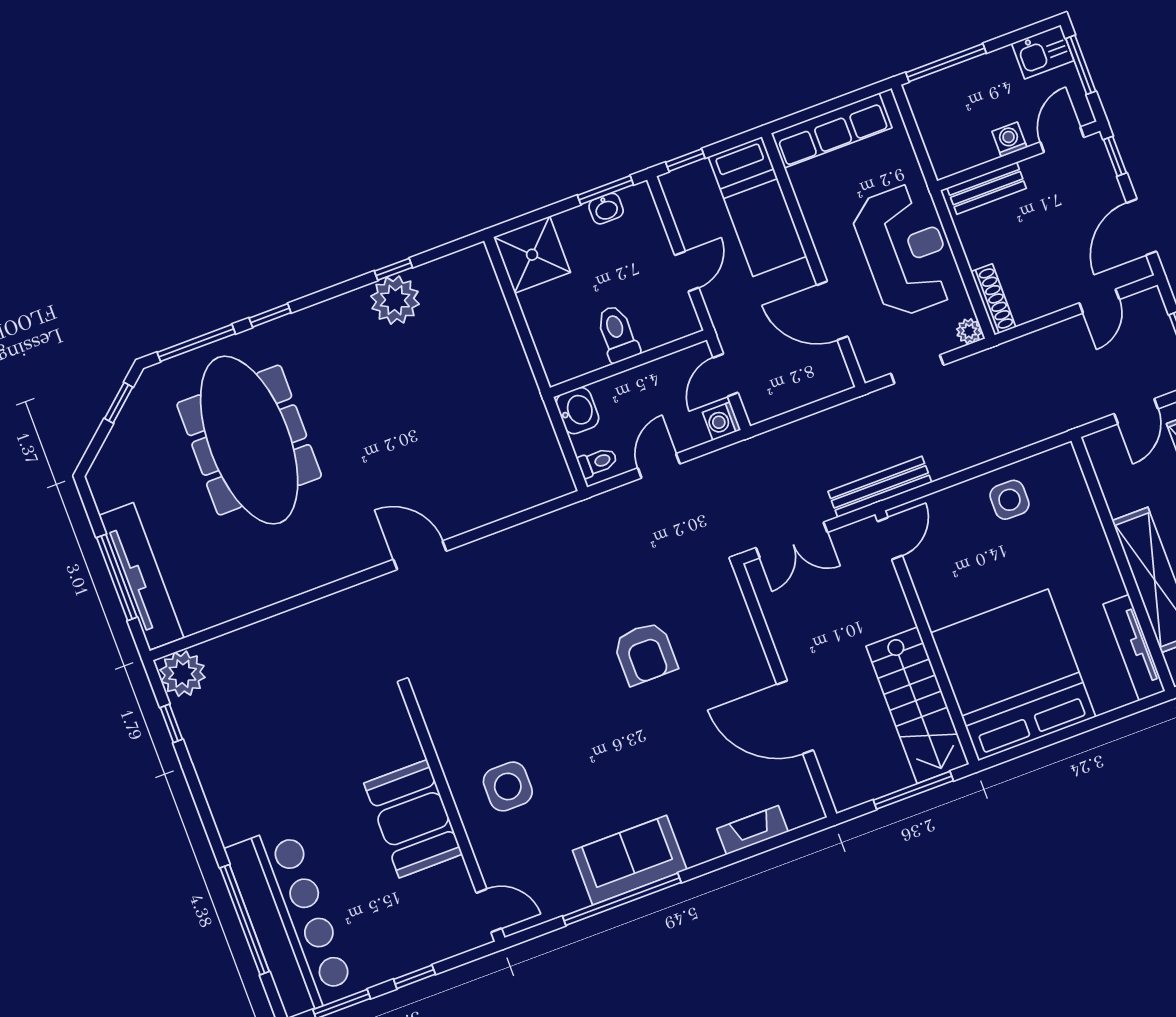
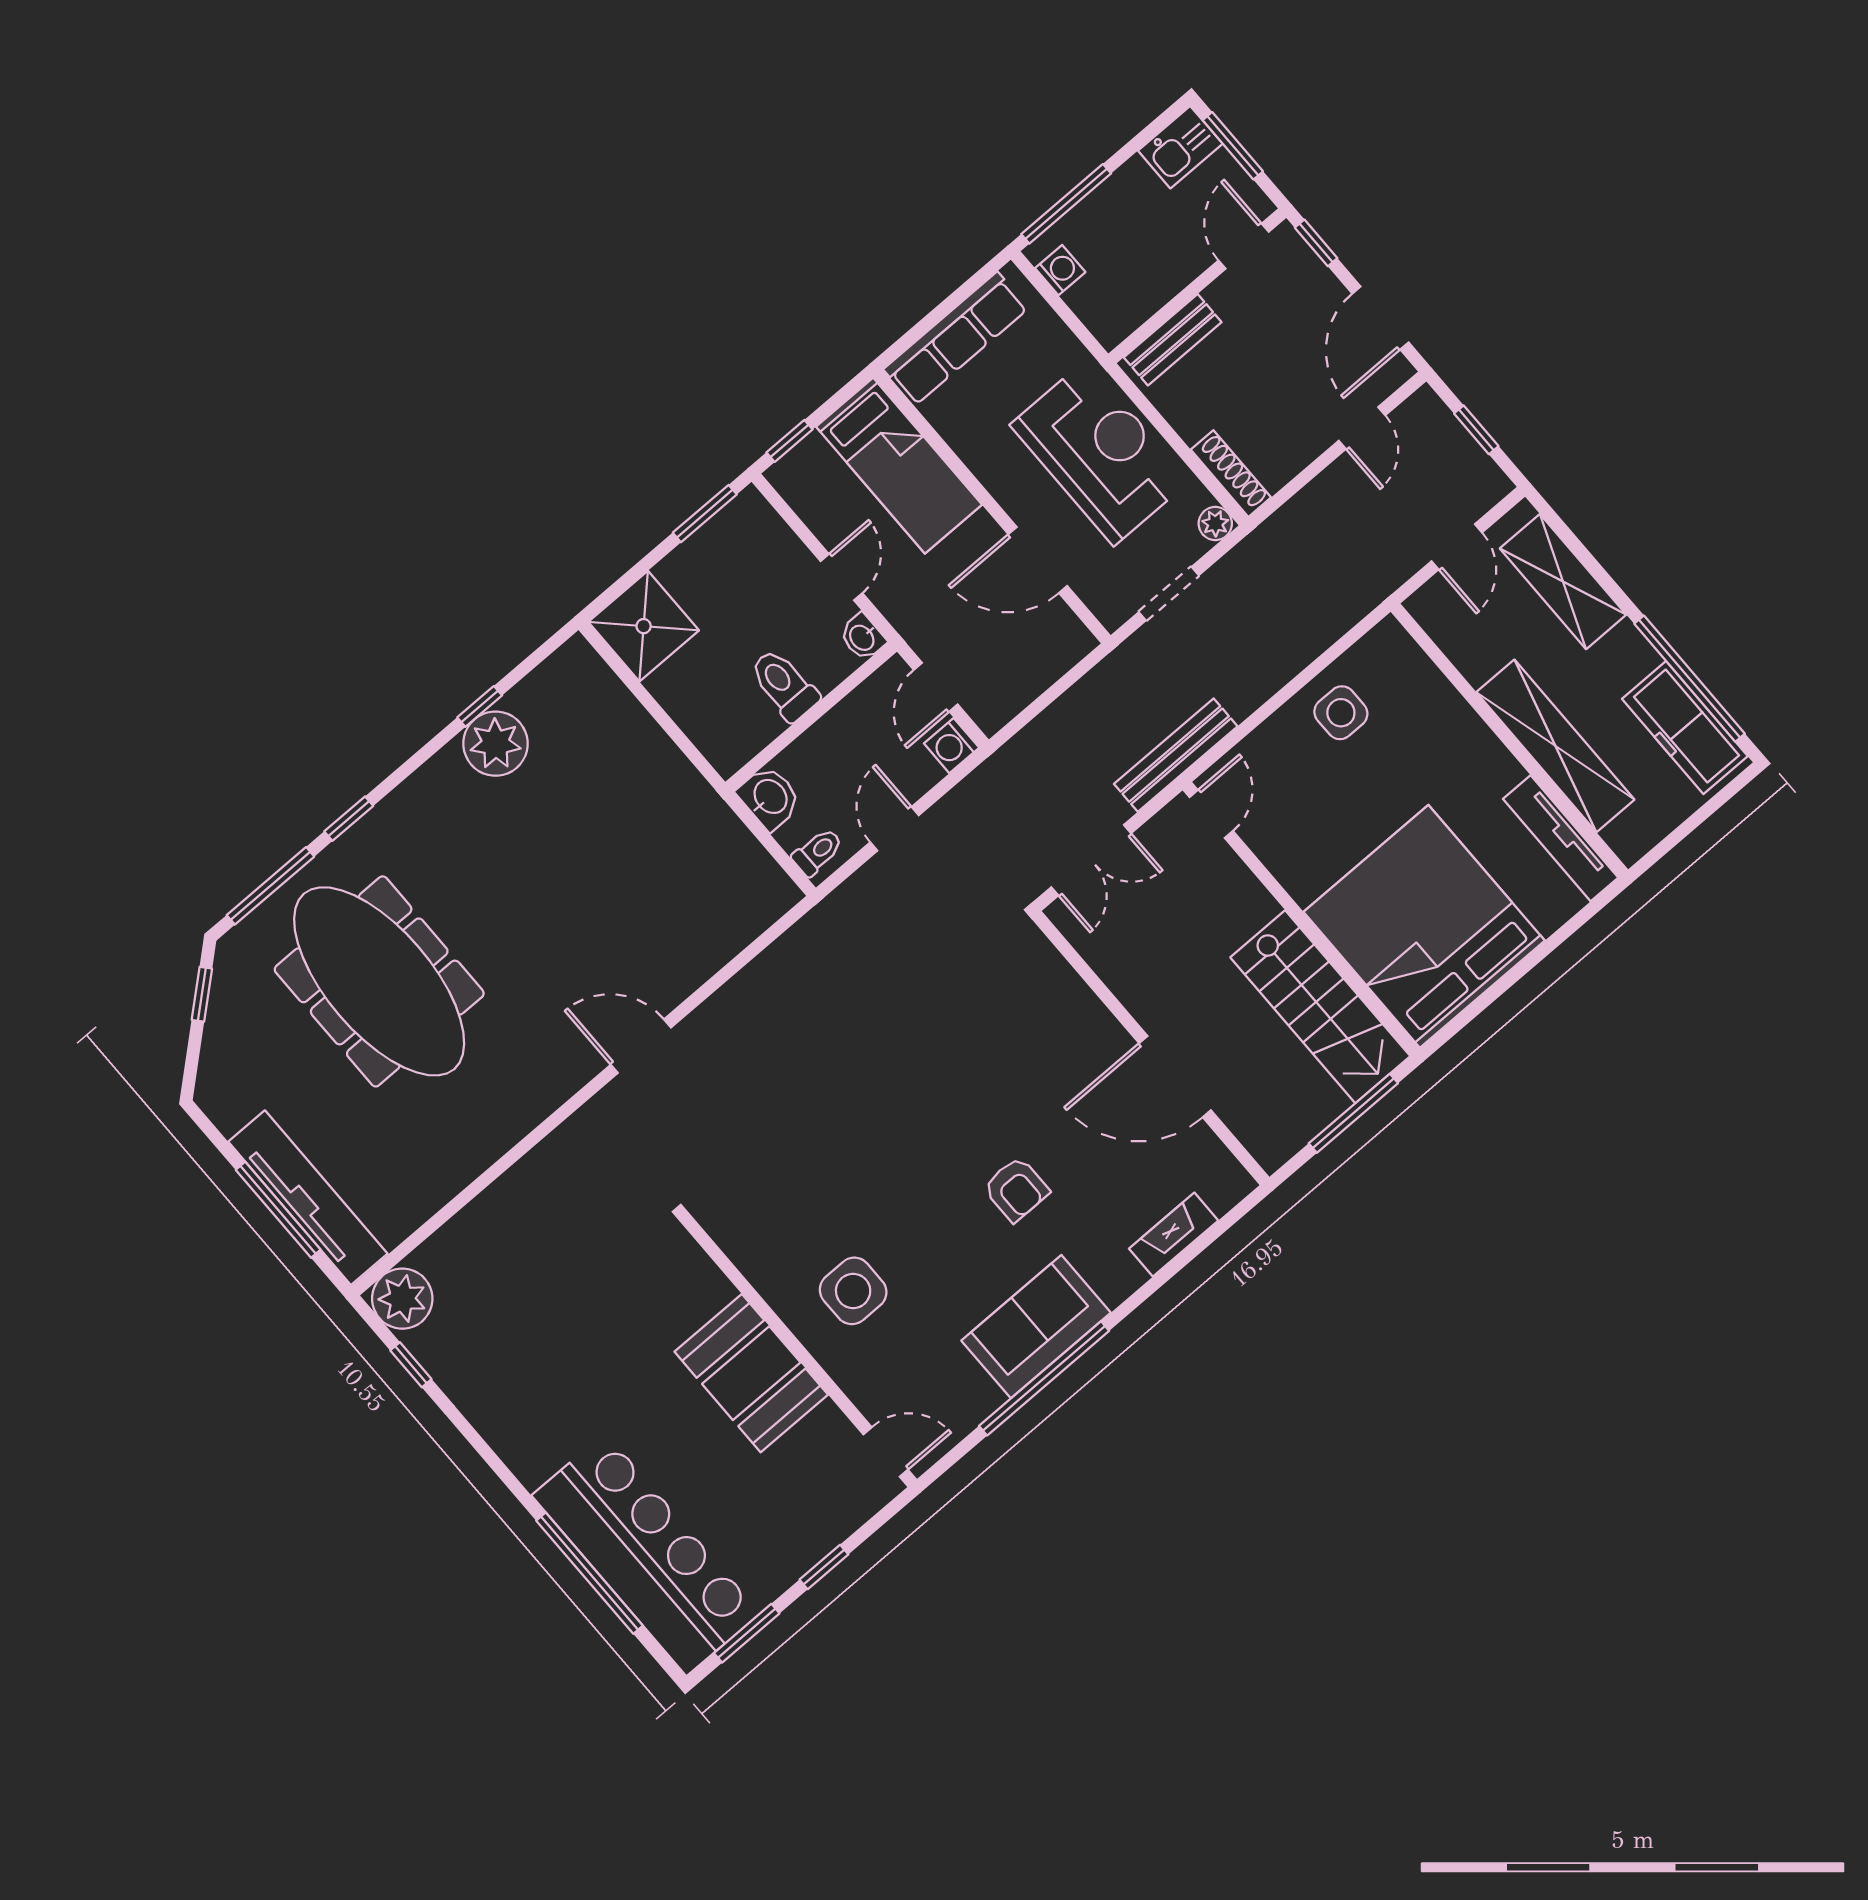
washing machine: (1009, 140) -> (1060, 270), moved, turned 90
washbasin: (606, 209) -> (863, 637), moved, turned 90
armchair: (645, 653) -> (1016, 1189), moved, width x0.72, depth x0.72

